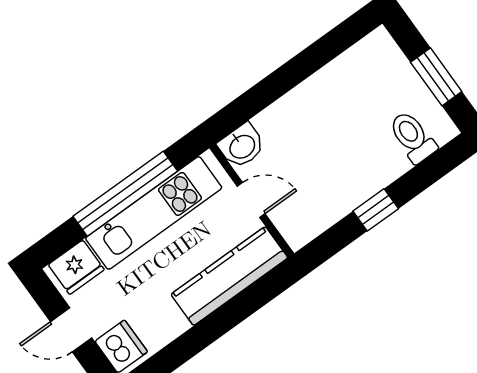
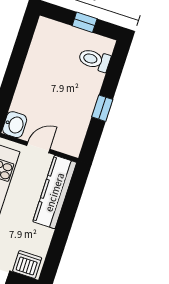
window: (436, 77) -> (85, 22), width x0.67

